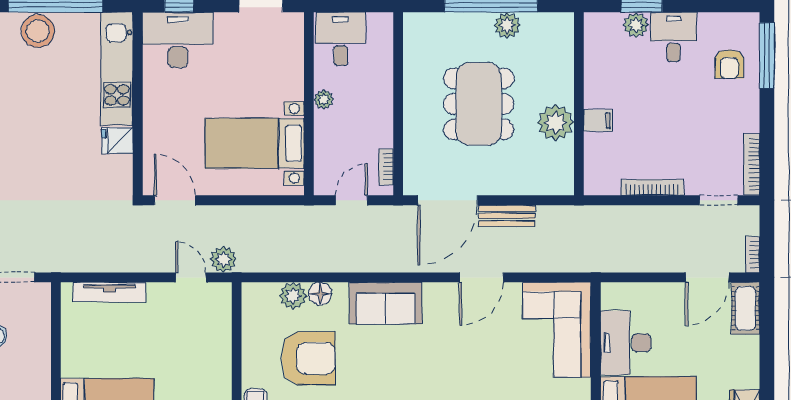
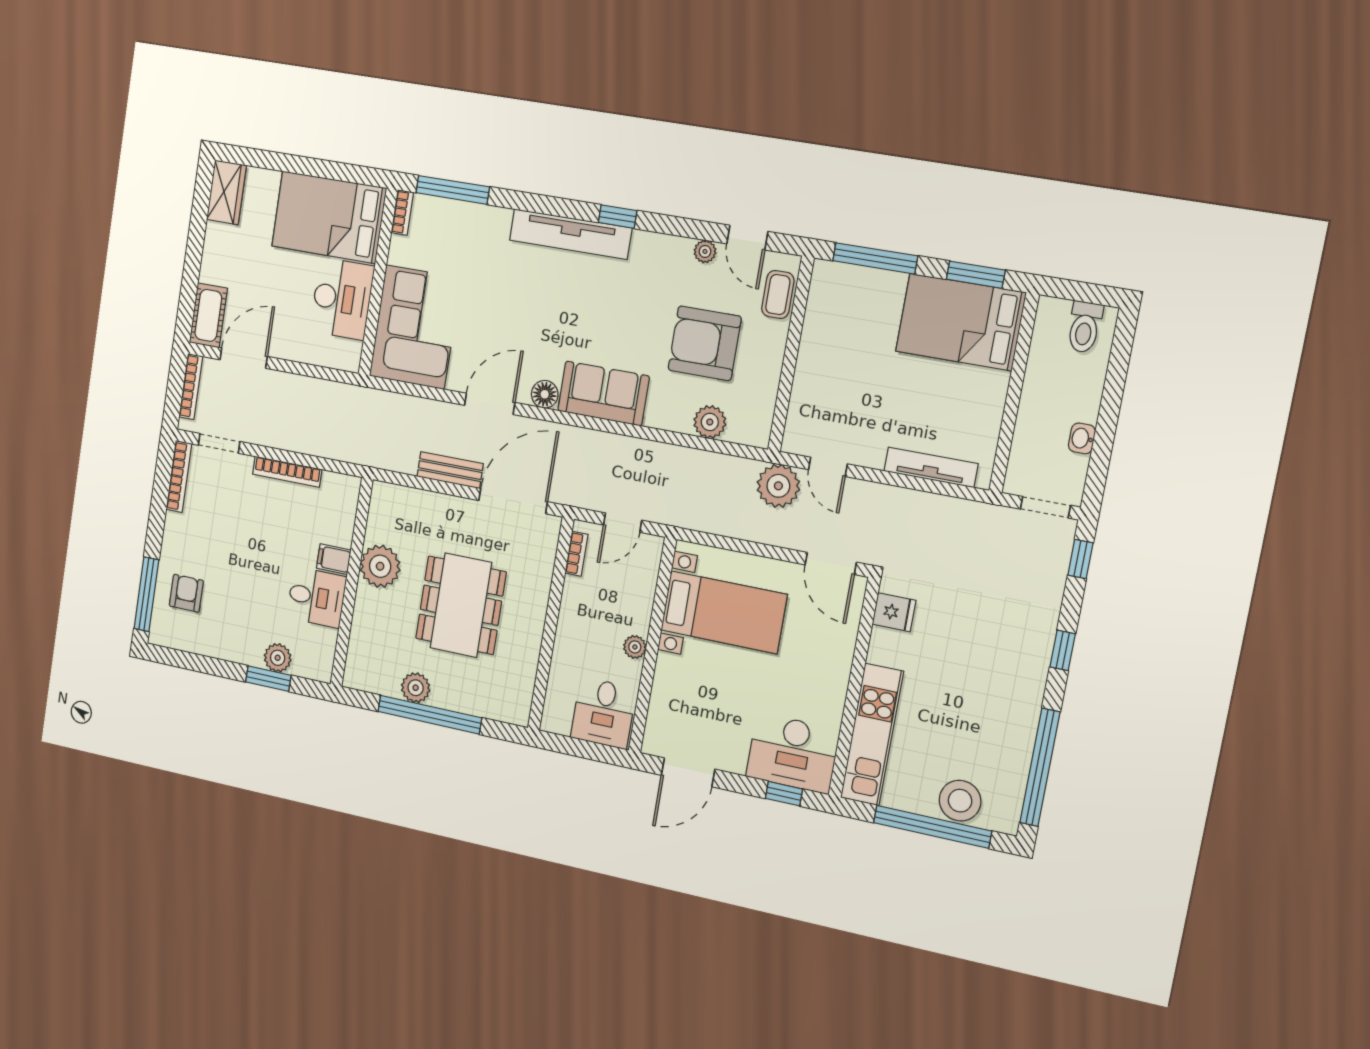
desk: (674, 37) -> (317, 597), moved, turned -90
fridge: (117, 140) -> (894, 612), moved
bookcase: (753, 255) -> (191, 387), width x1.56
plant: (223, 259) -> (778, 486), width x1.36, depth x1.36
floor lamp: (320, 294) -> (545, 394), moved

